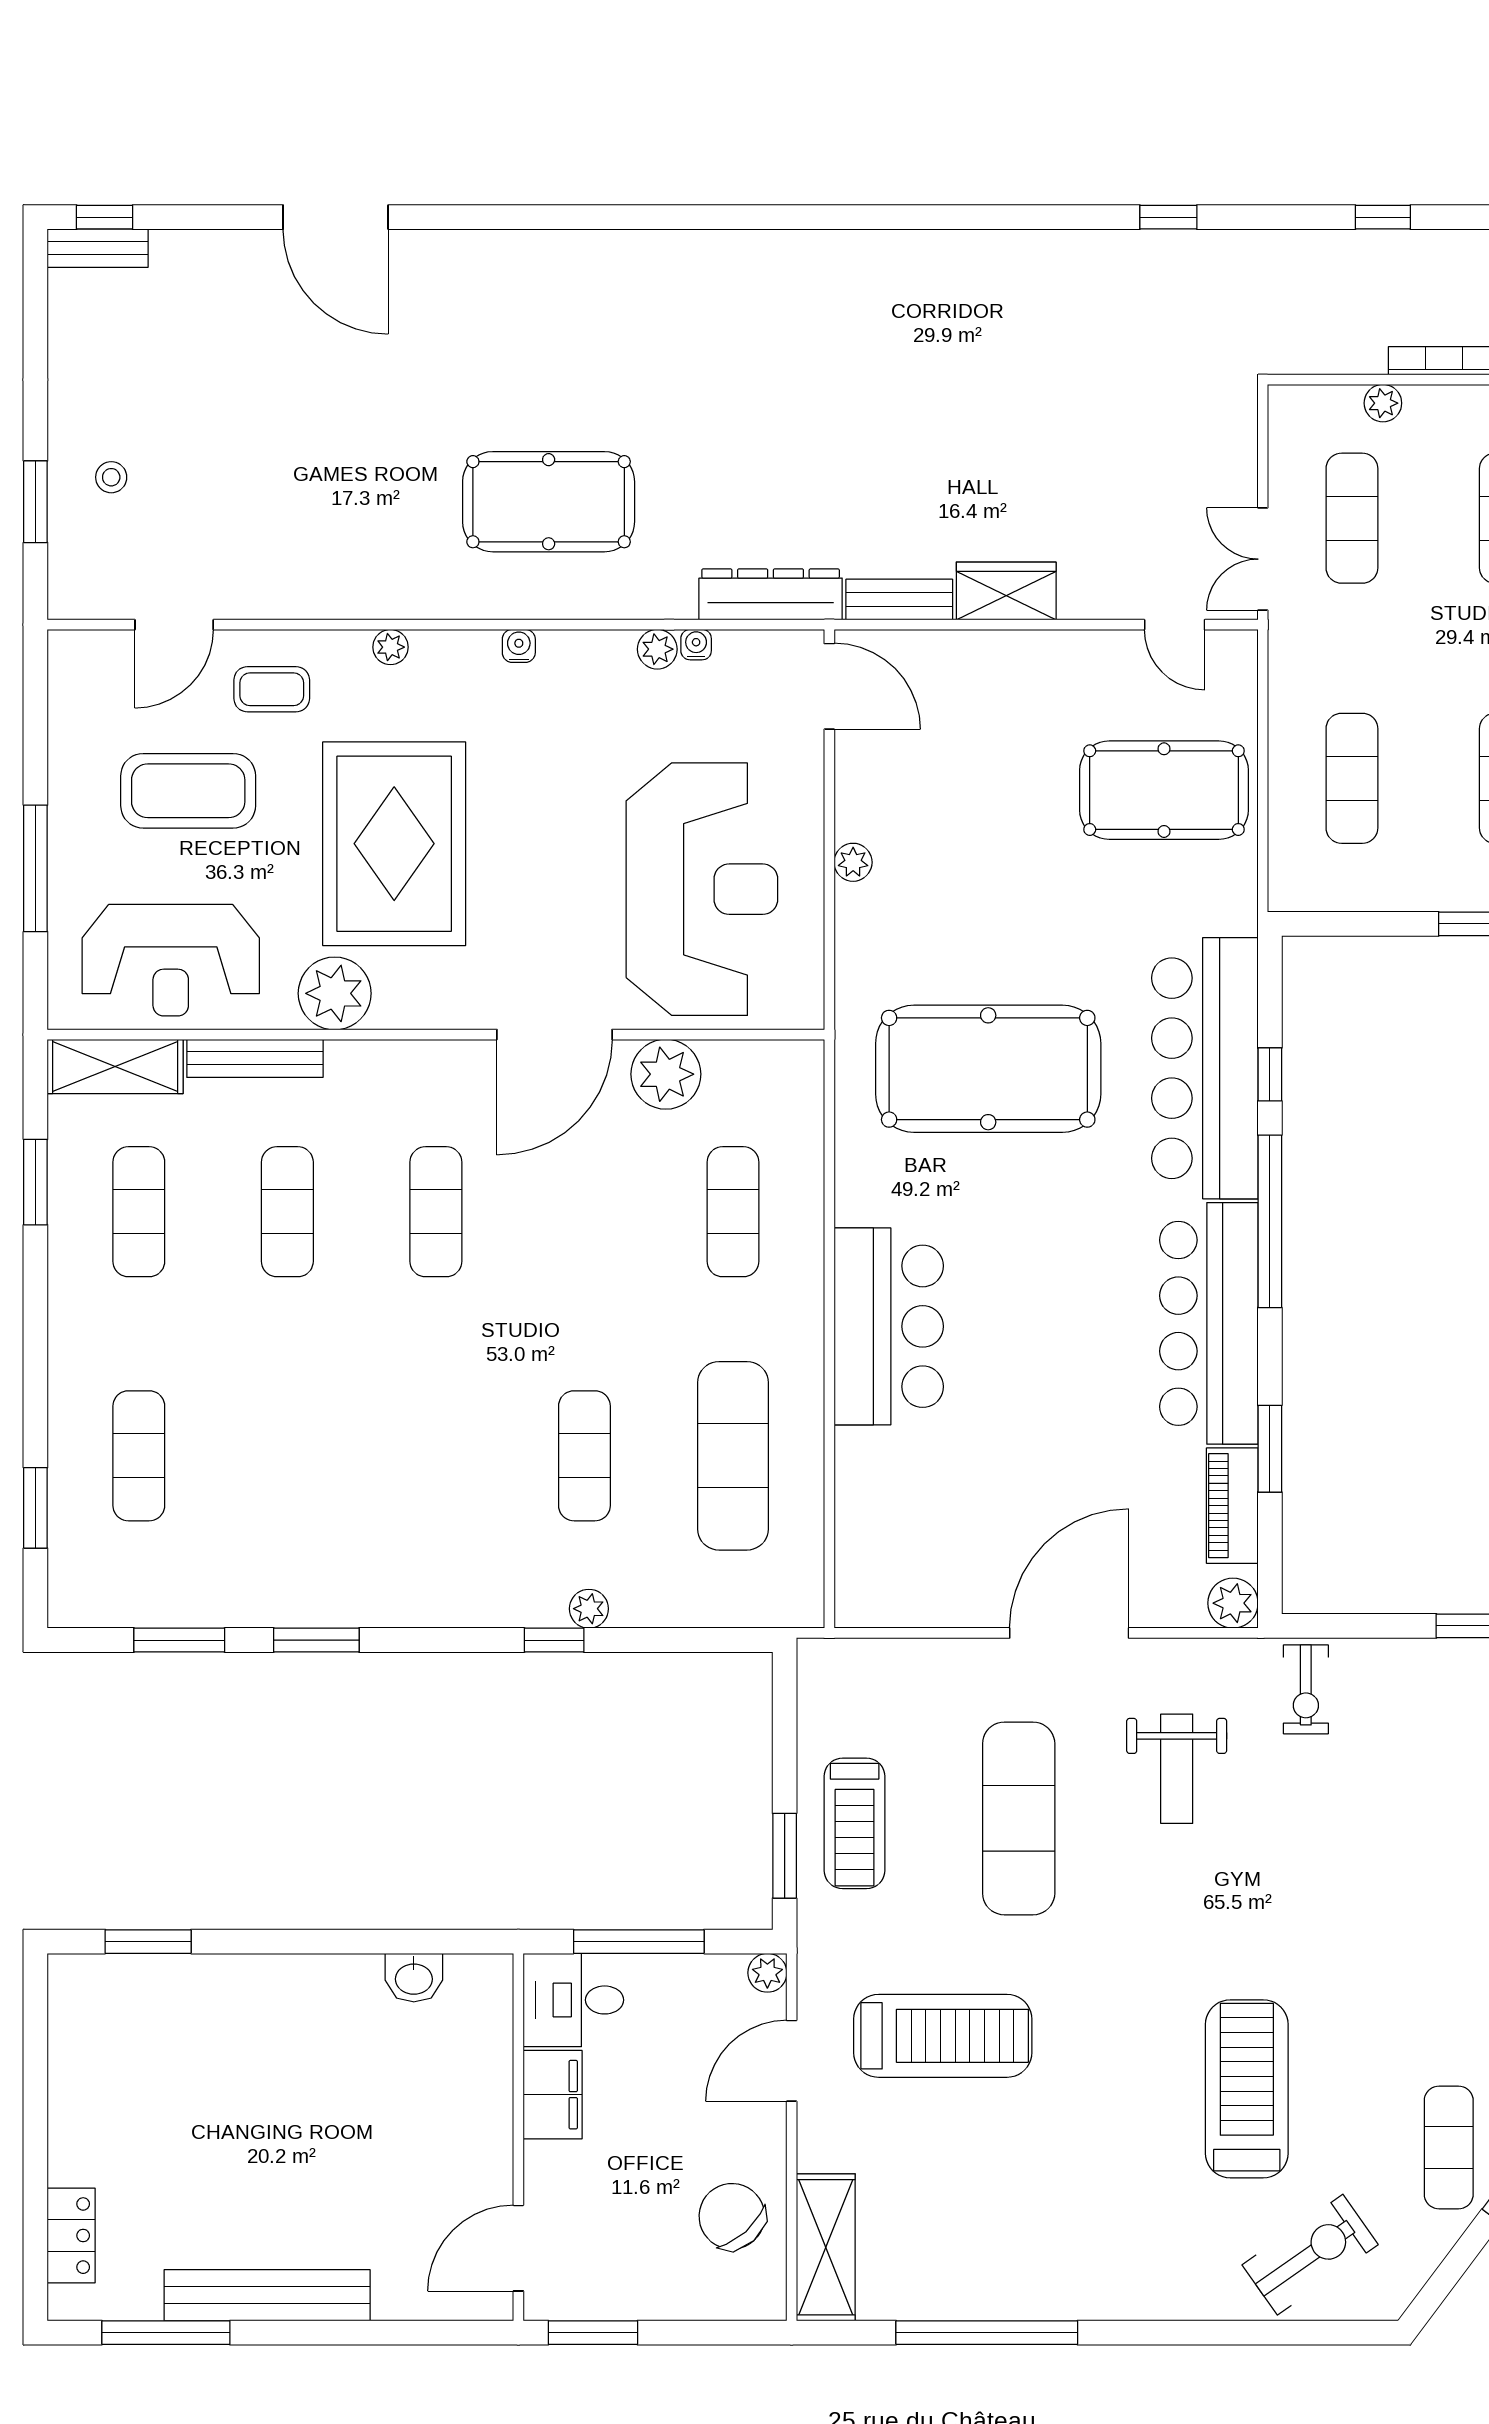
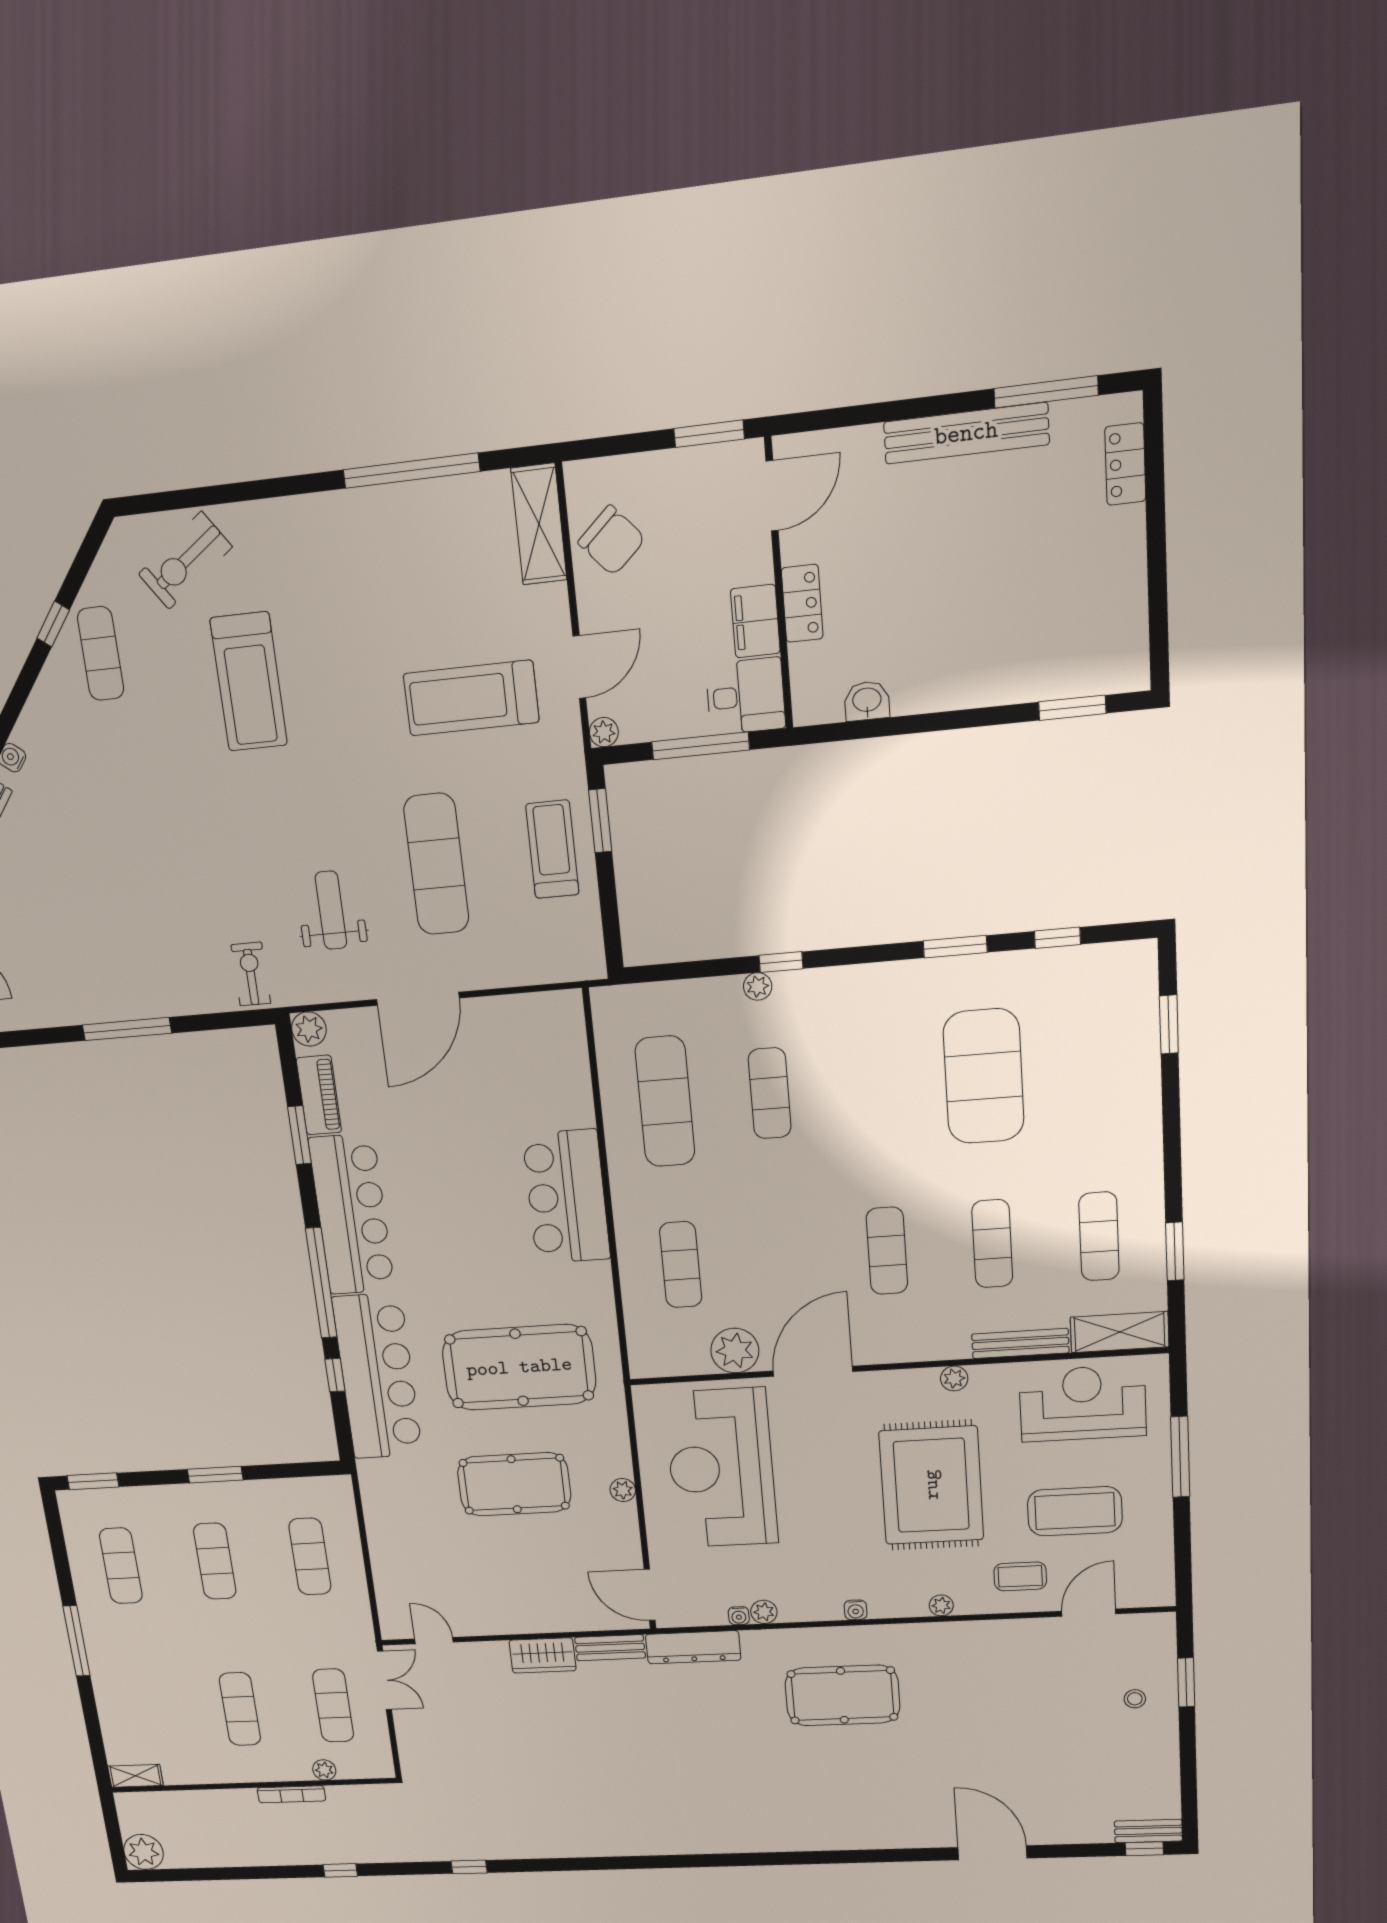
pool table: (1164, 790) -> (514, 1484), moved
plant: (335, 993) -> (954, 1378), width x0.53, depth x0.53
exercise mat: (139, 1456) -> (984, 1076), moved, width x2.00, depth x1.45
window: (179, 1640) -> (1058, 938), width x0.67
locker: (490, 2110) -> (802, 603), added

